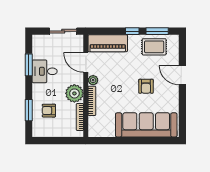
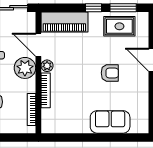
armchair: (146, 86) -> (110, 73), turned -90
plant: (74, 93) -> (25, 68), moved
sofa: (146, 125) -> (110, 122), width x0.54, depth x0.79

